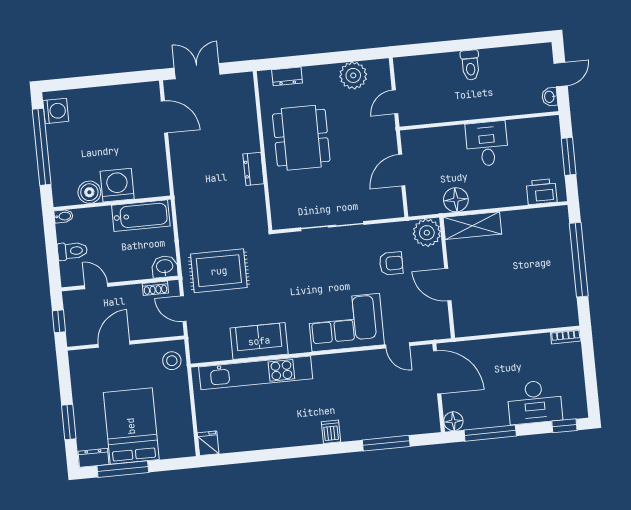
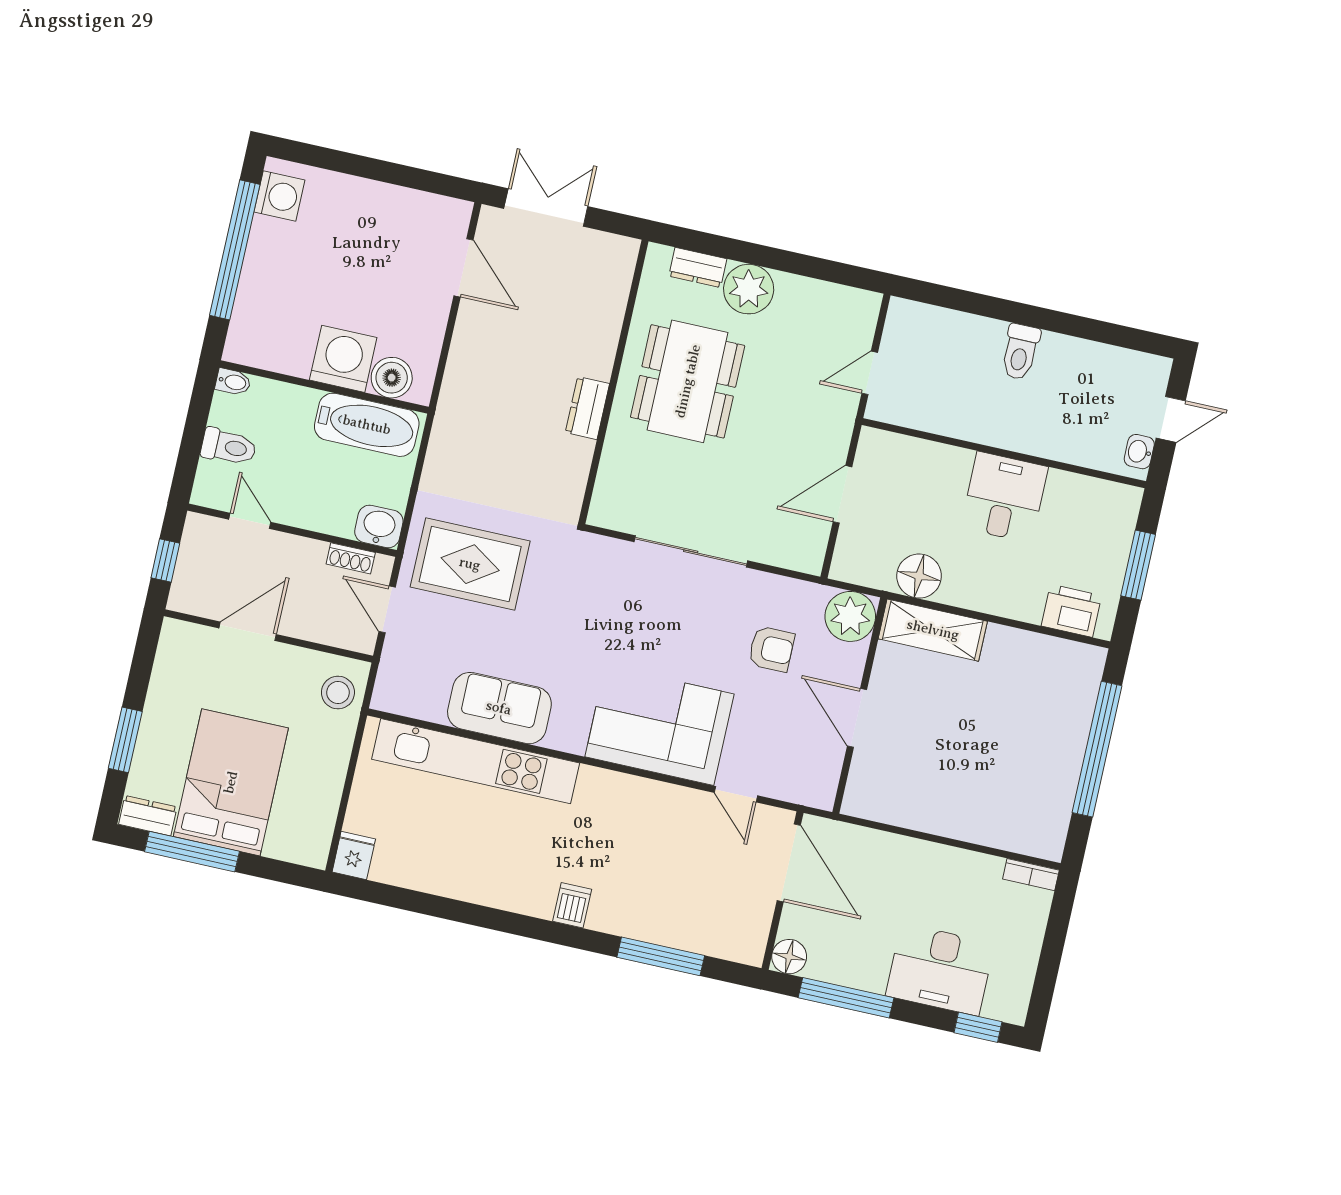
plant: (353, 75) -> (749, 289), moved
boiler: (89, 192) -> (392, 378), moved

